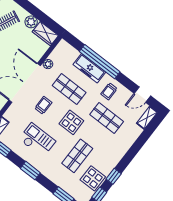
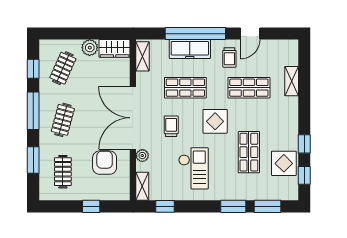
shelving: (58, 51) -> (143, 56), added
plant: (48, 64) -> (142, 156), moved
door: (142, 95) -> (250, 34), moved
shelving: (147, 118) -> (292, 81), moved
checkout: (37, 140) -> (193, 168), turned 90
window: (30, 171) -> (233, 206), moved

